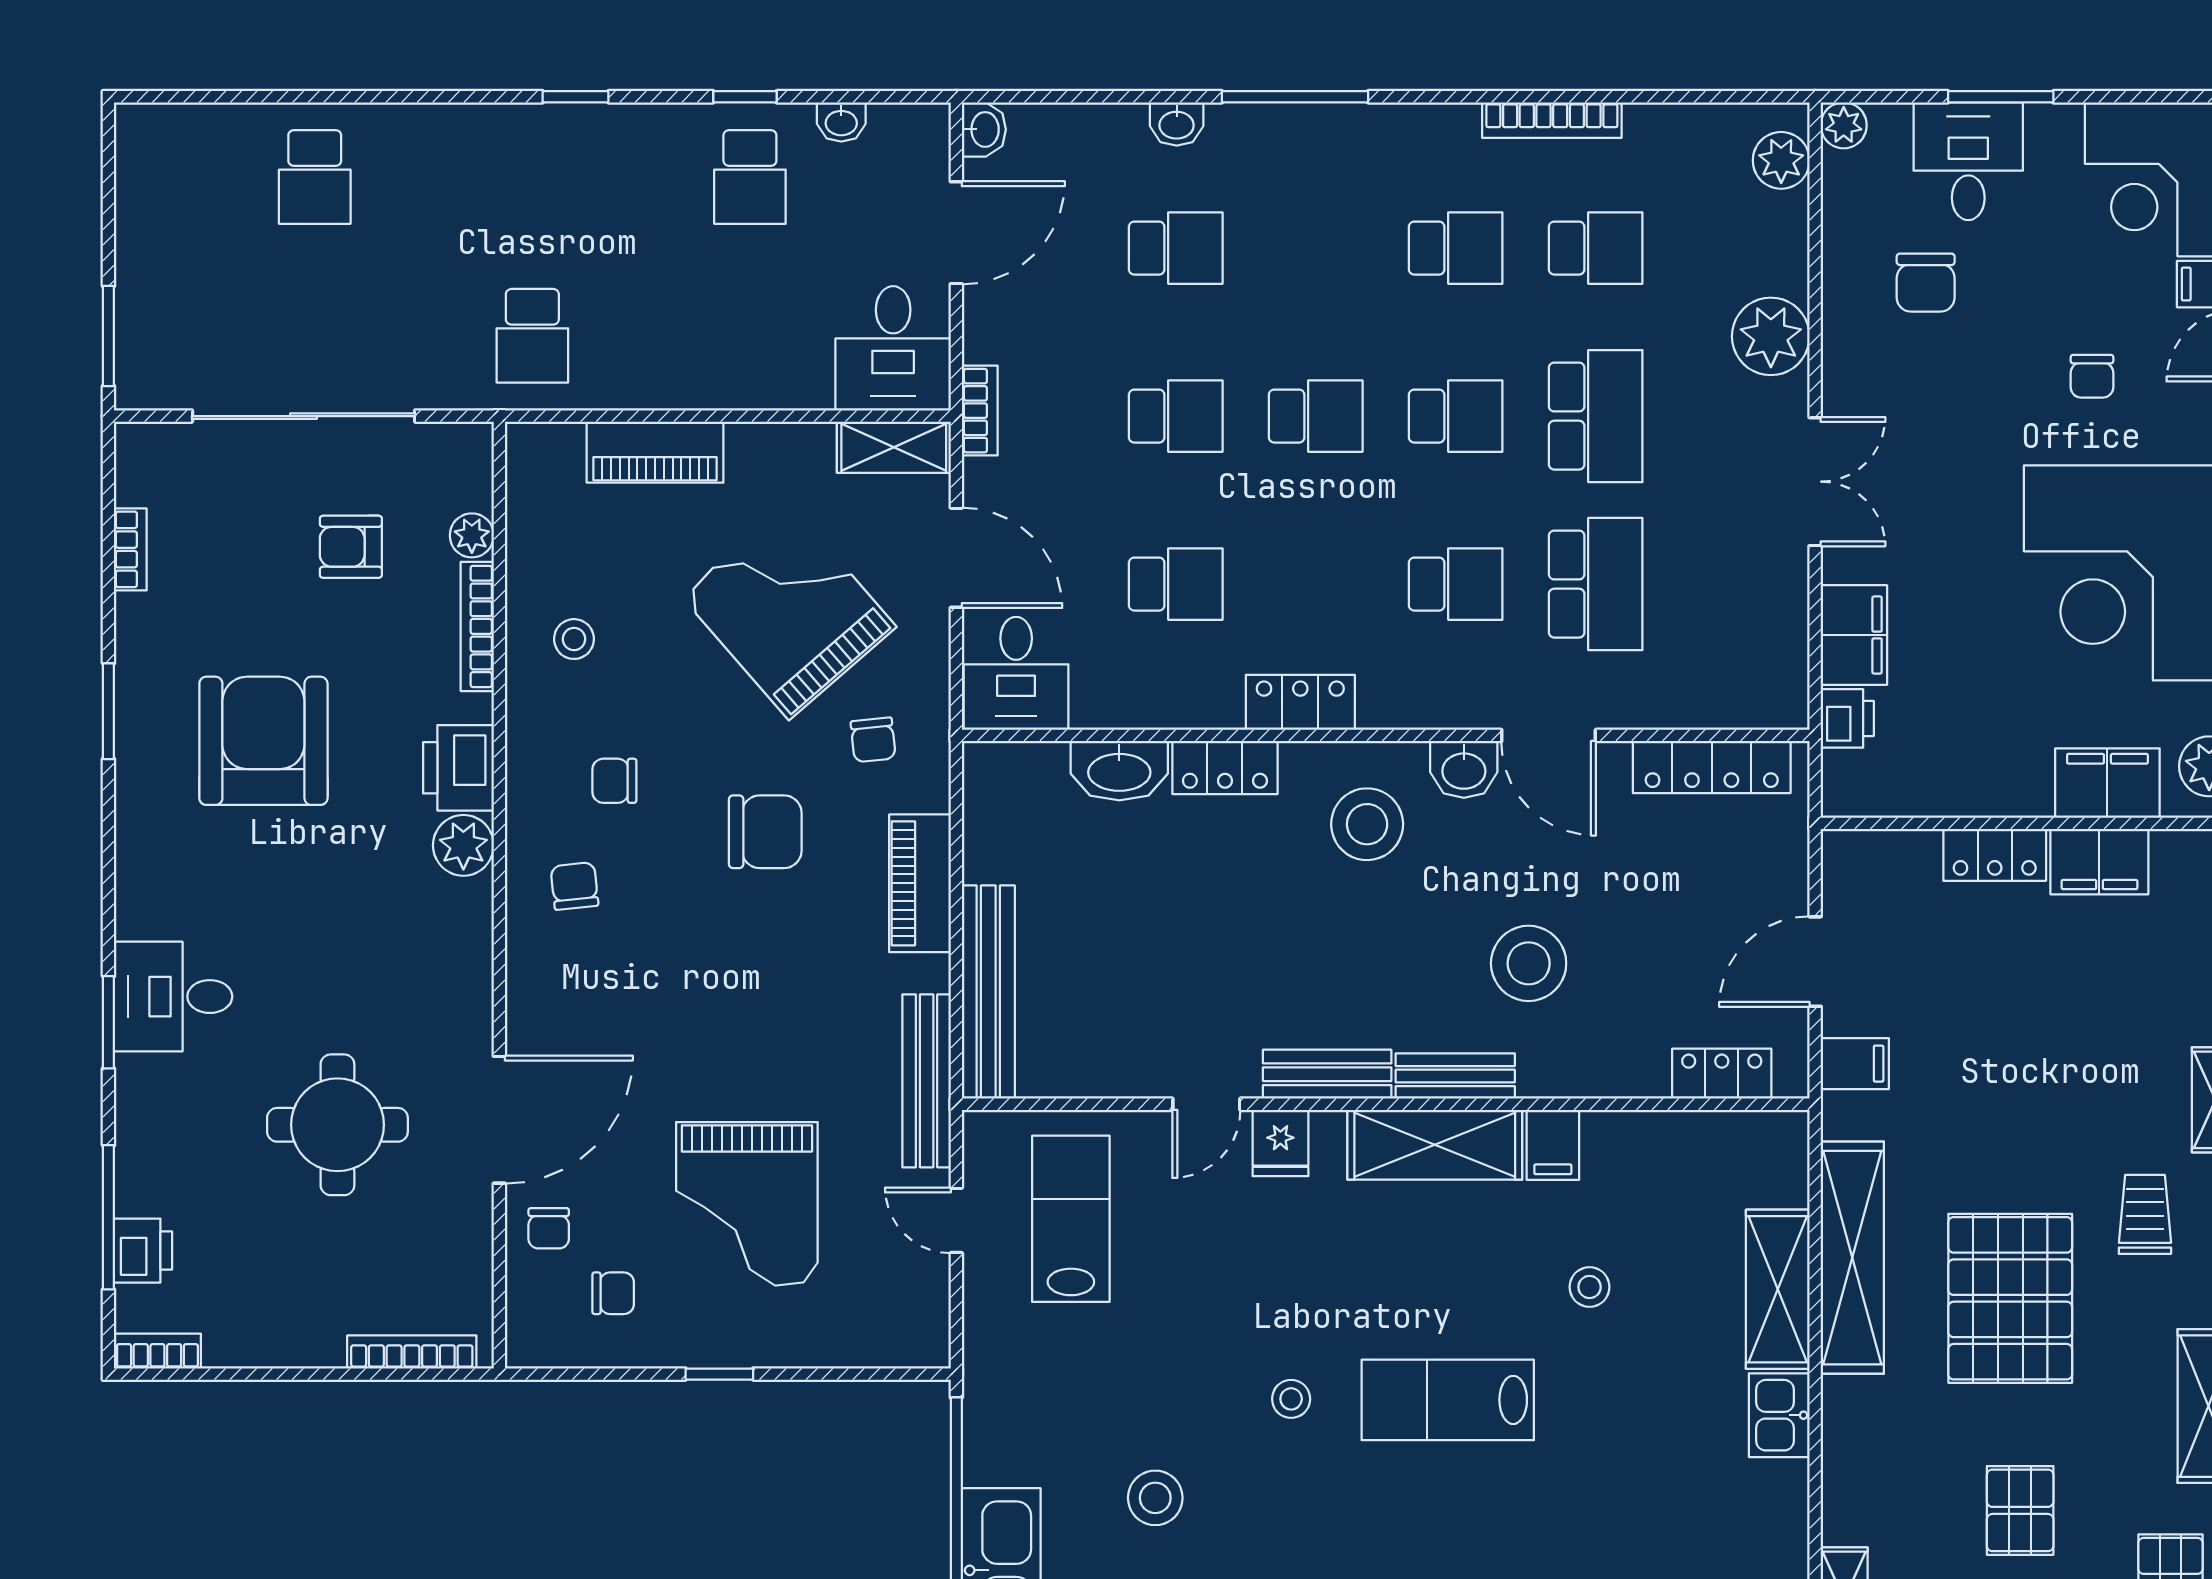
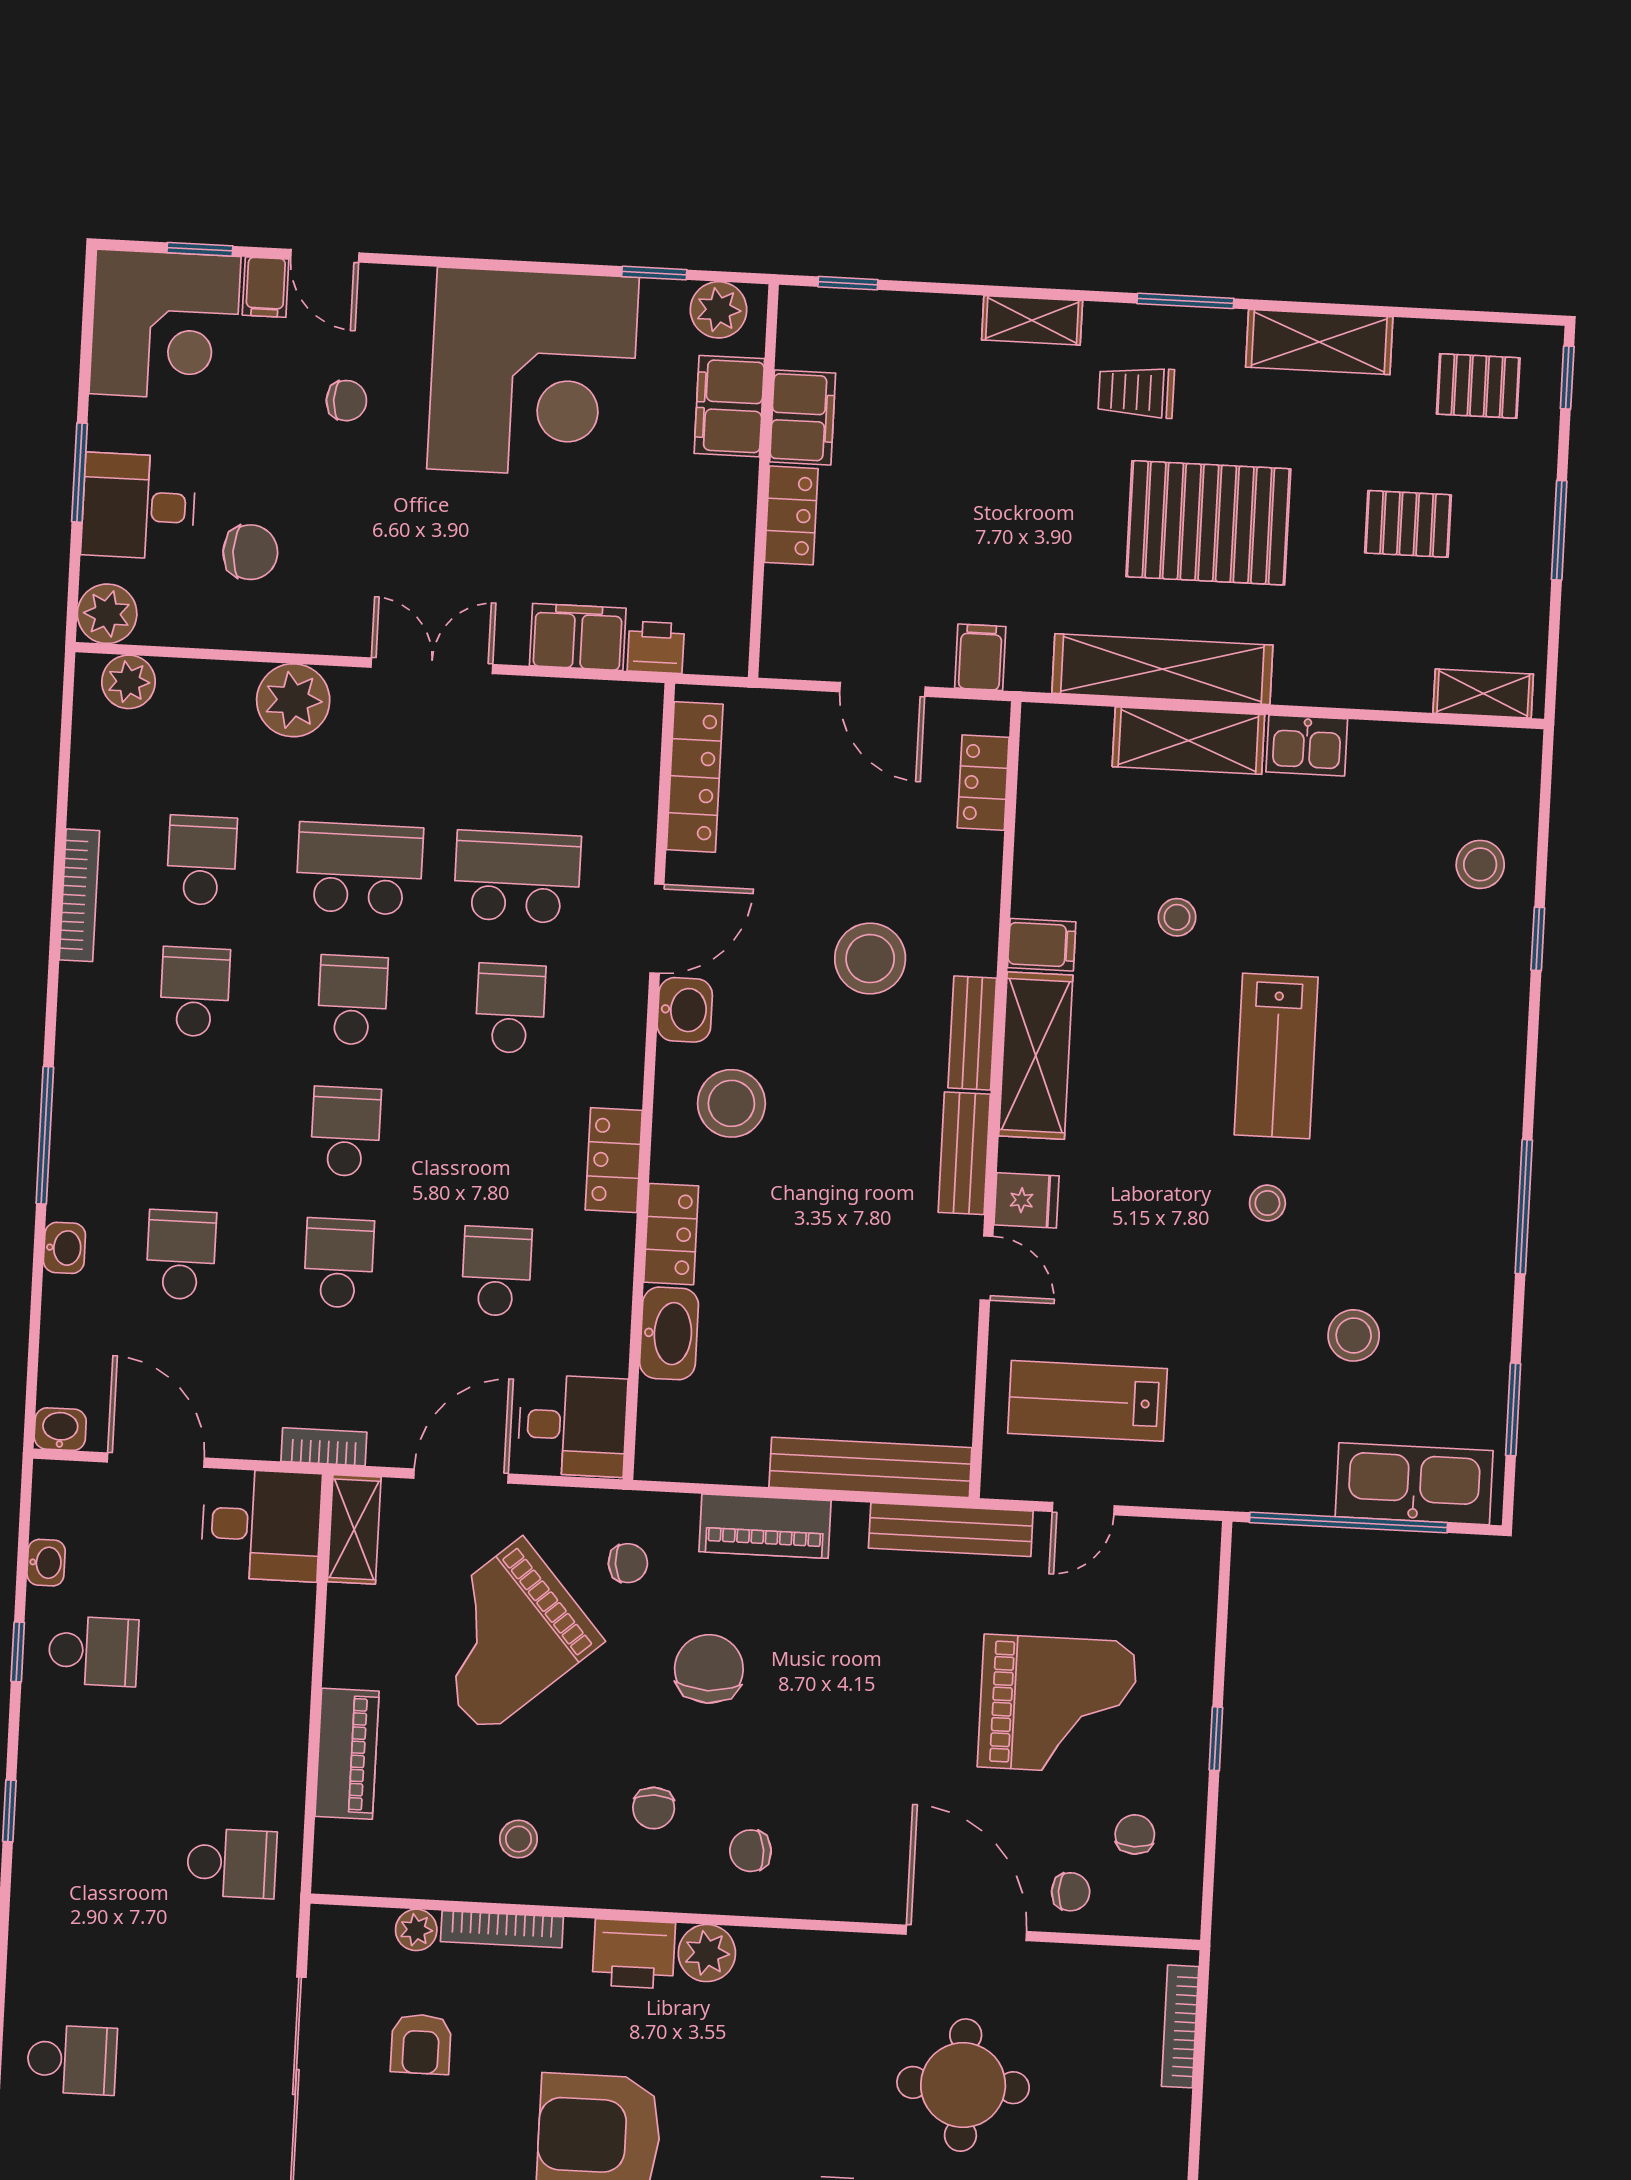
plant: (1844, 125) -> (107, 614), width x1.38, depth x1.38

